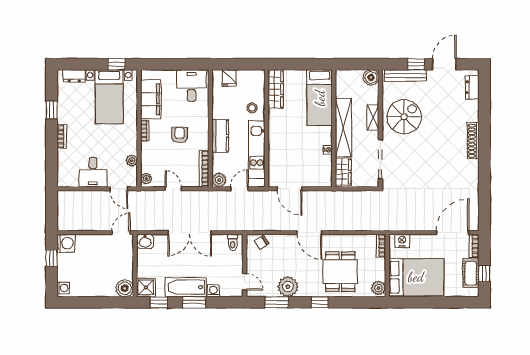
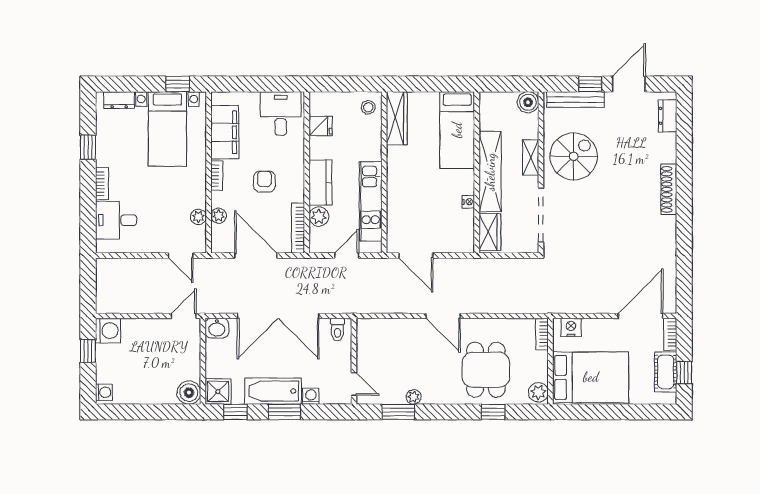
fridge: (229, 78) -> (321, 126), moved, turned -90
stool: (252, 108) -> (368, 107), moved
desk: (93, 172) -> (116, 220), moved, turned 90
plant: (146, 179) -> (218, 216), moved
plant: (219, 180) -> (319, 217), moved
door: (173, 189) -> (256, 256), width x1.87
double door: (190, 233) -> (278, 316), width x1.36
chair: (262, 242) -> (378, 329), removed
plant: (288, 287) -> (414, 397), width x0.53, depth x0.53
window: (320, 302) -> (493, 412), moved

